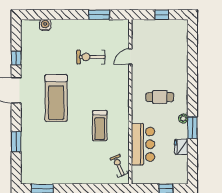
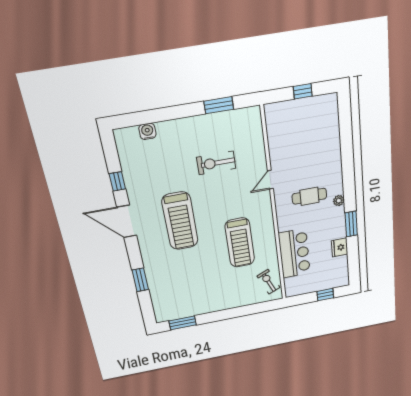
door: (130, 57) -> (270, 180), moved
plant: (183, 118) -> (339, 201), moved
treadmill: (100, 126) -> (240, 243), width x1.37, depth x1.38

